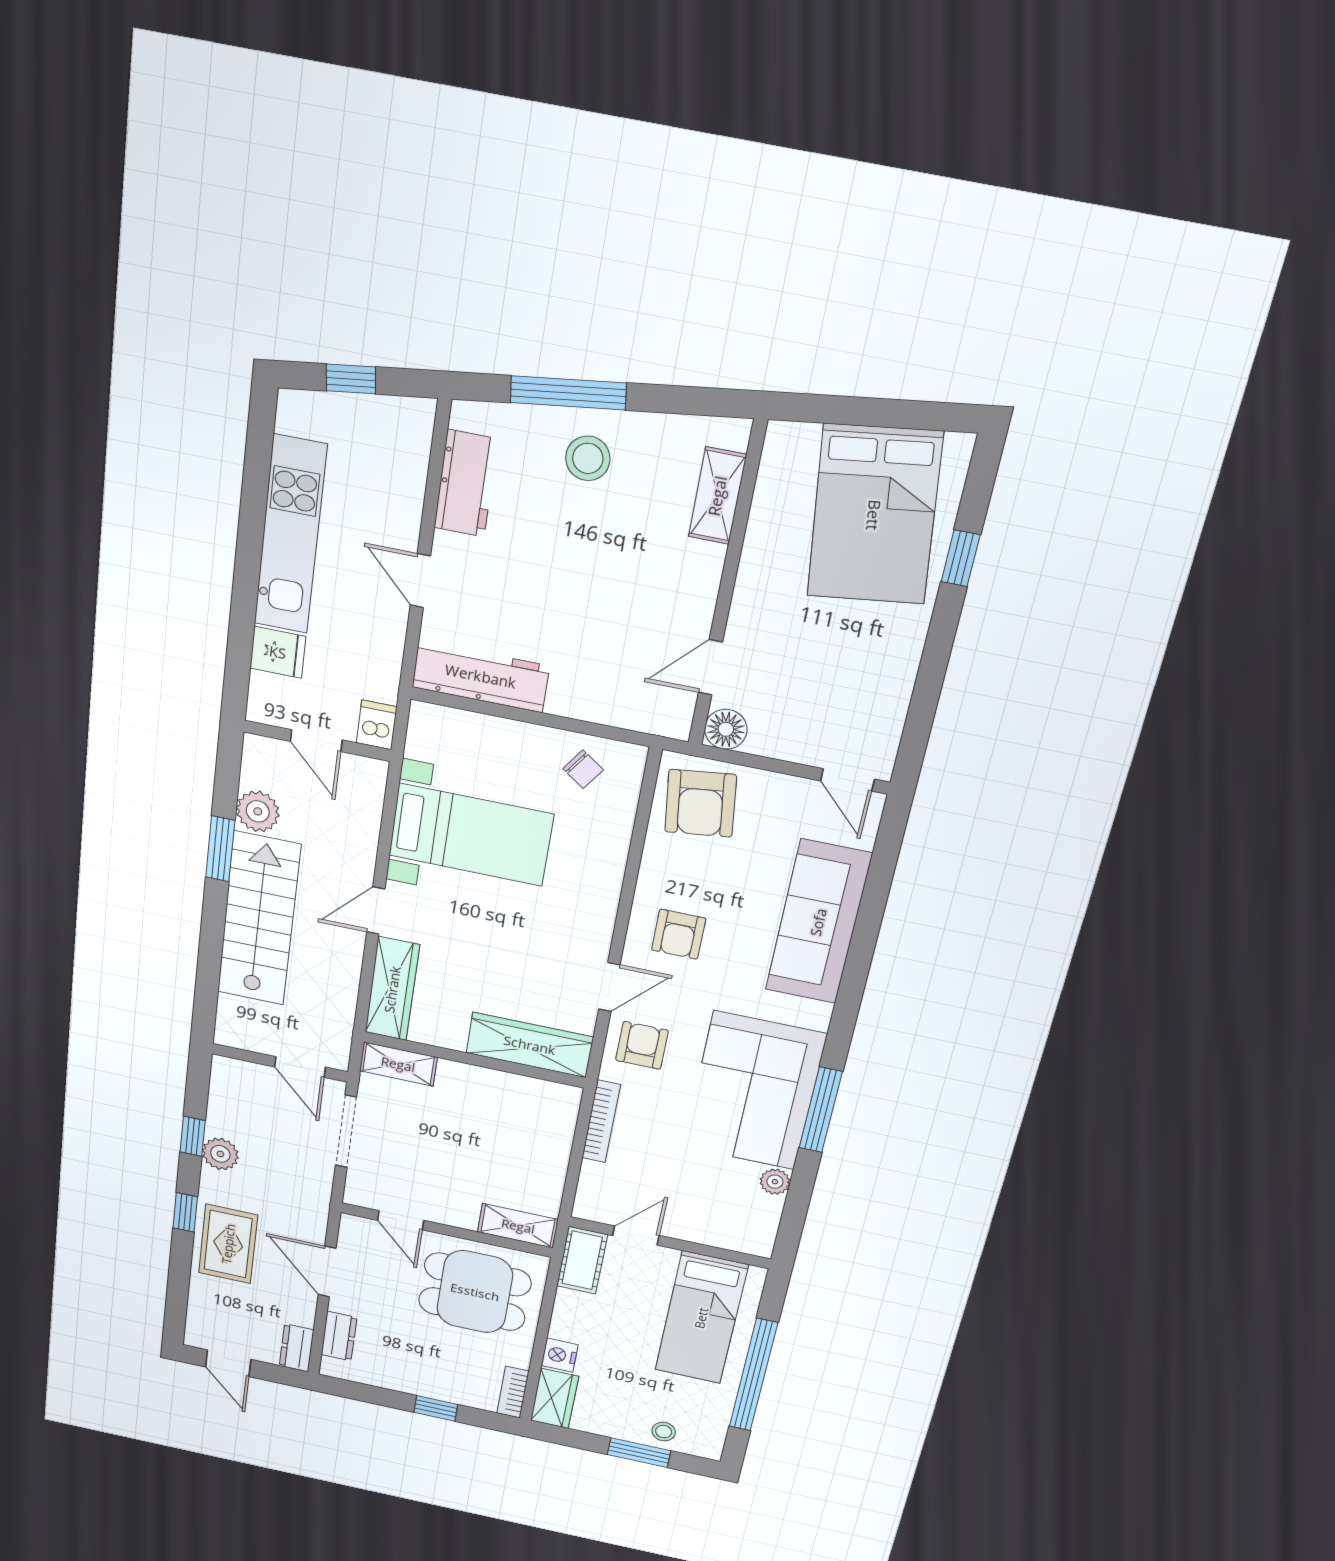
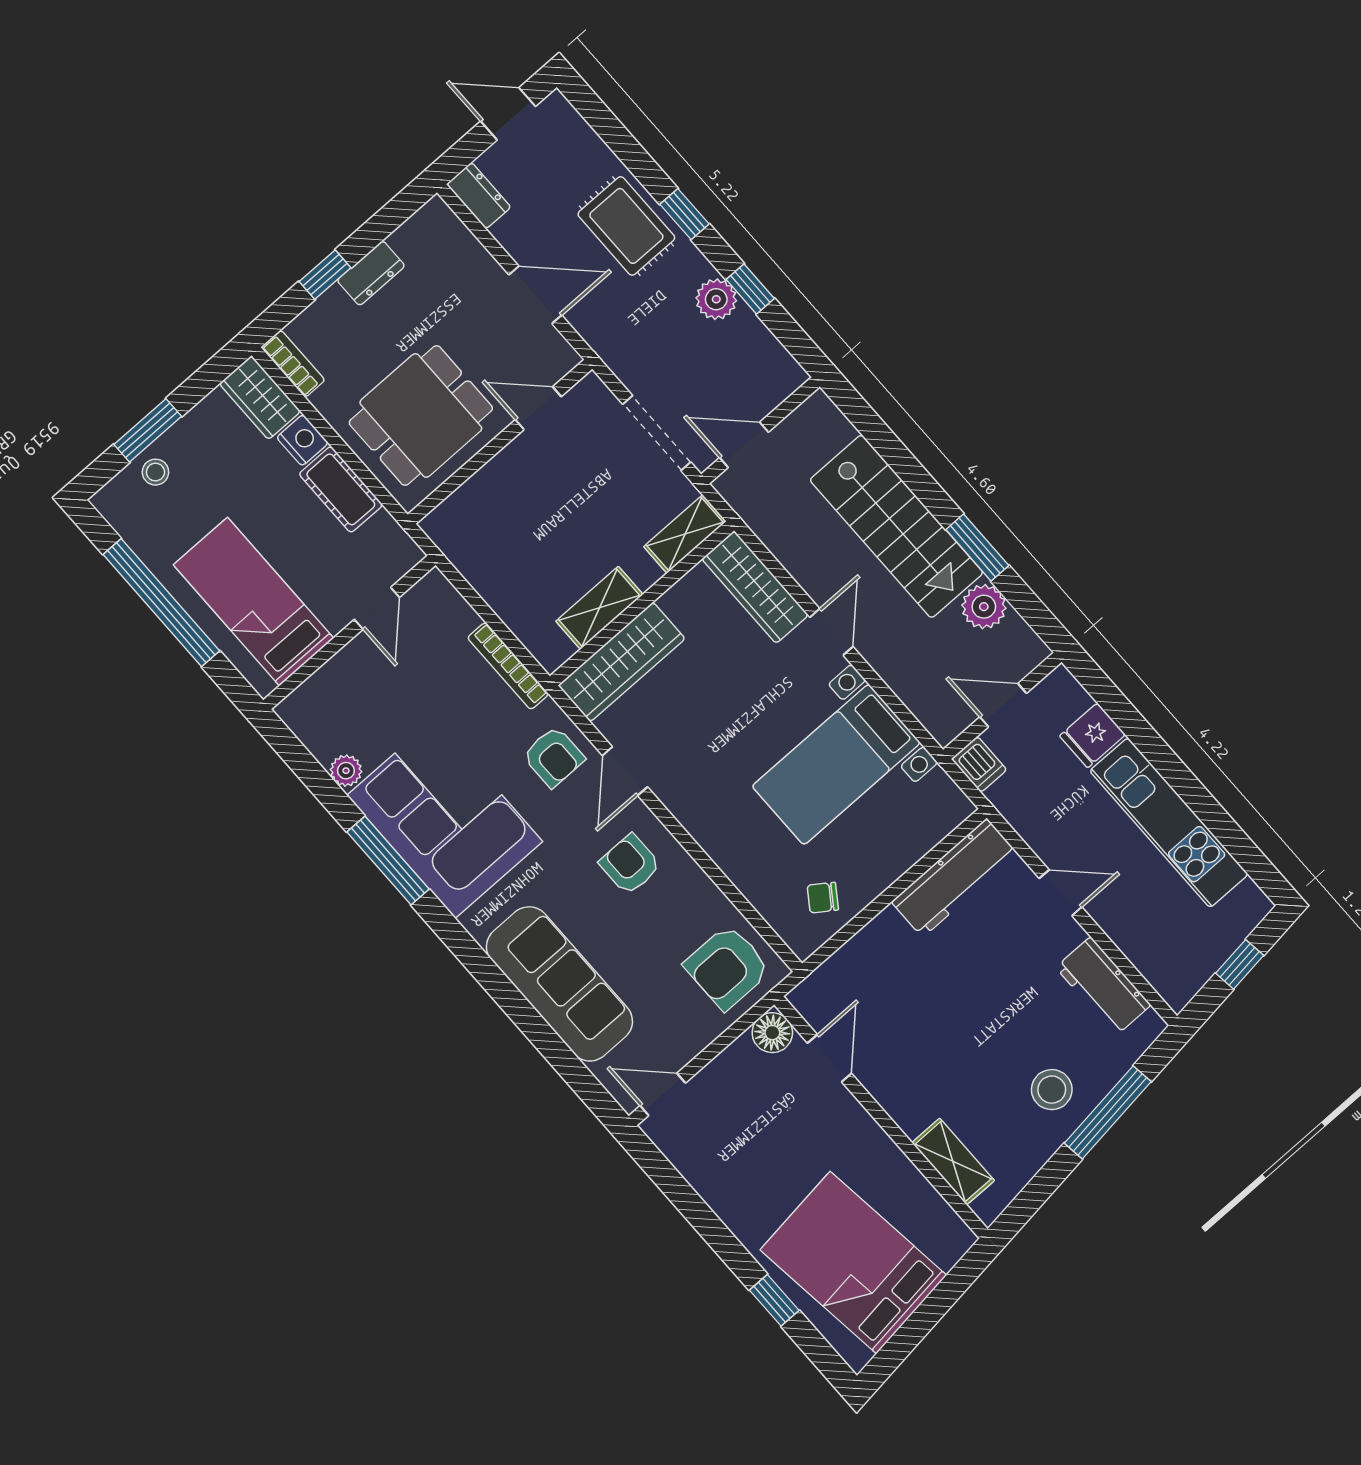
armchair: (701, 803) -> (727, 967), turned -83
shelving: (518, 1226) -> (599, 608), moved
cot: (582, 1260) -> (341, 489), moved
dresser: (339, 1336) -> (371, 273), moved, turned -90

